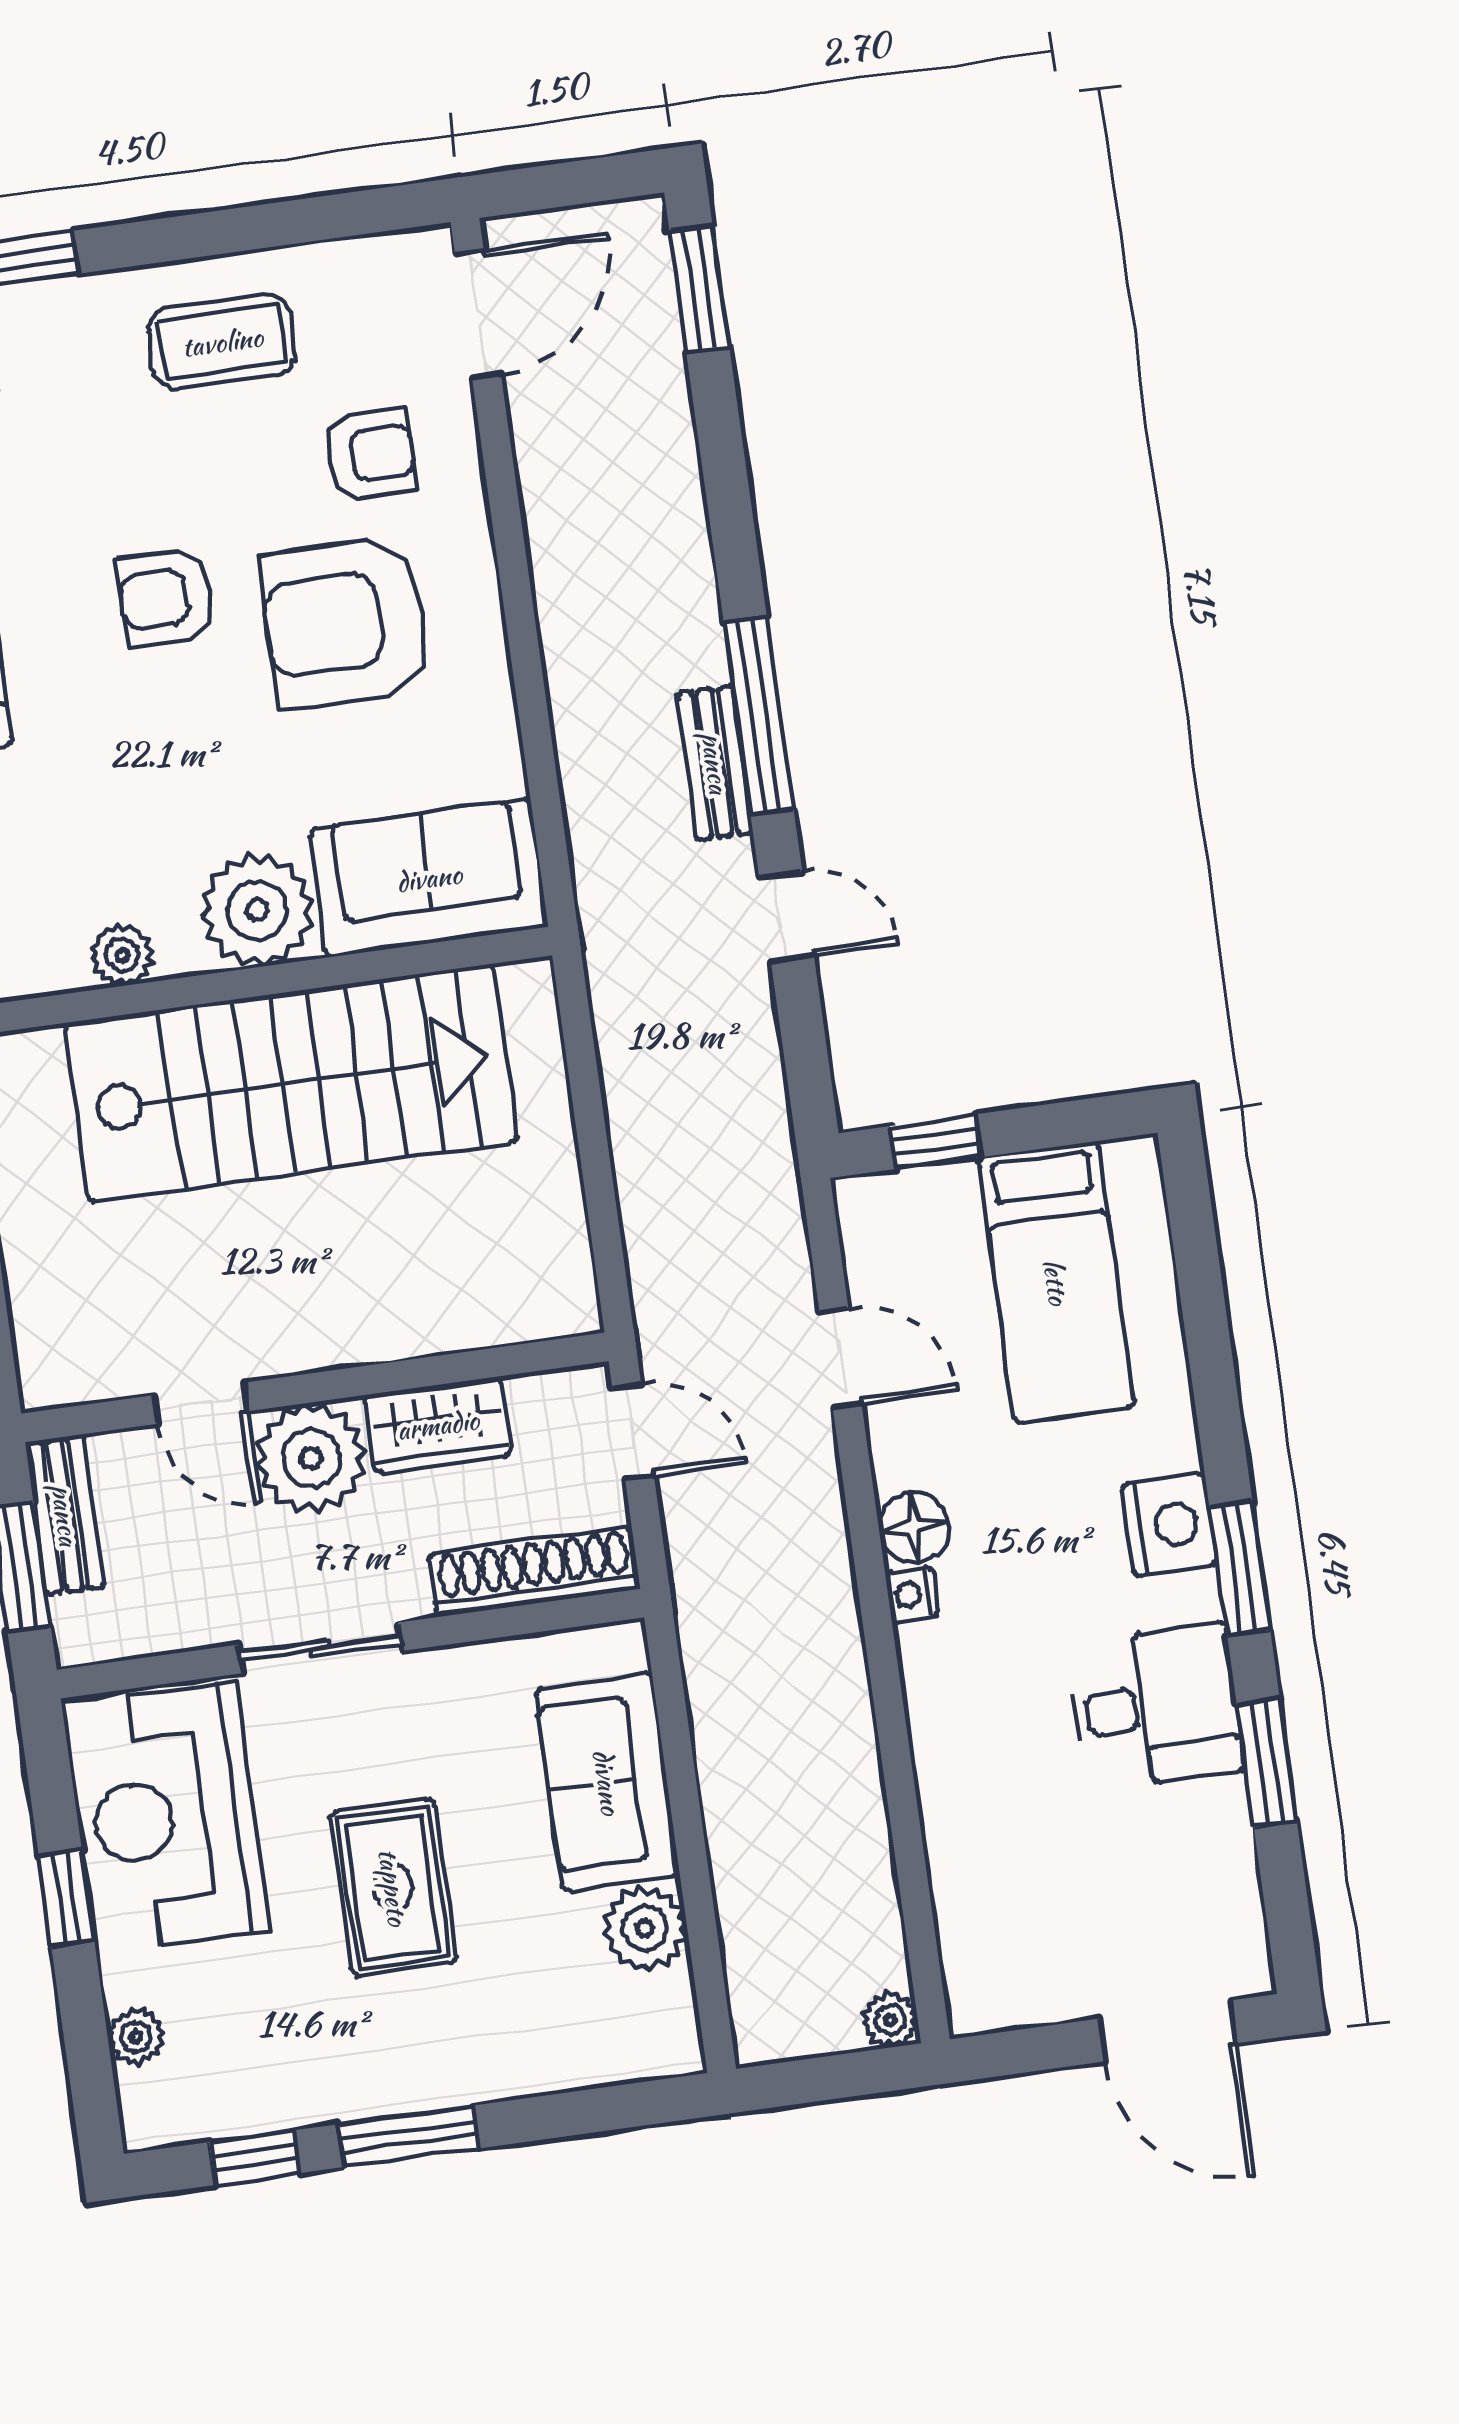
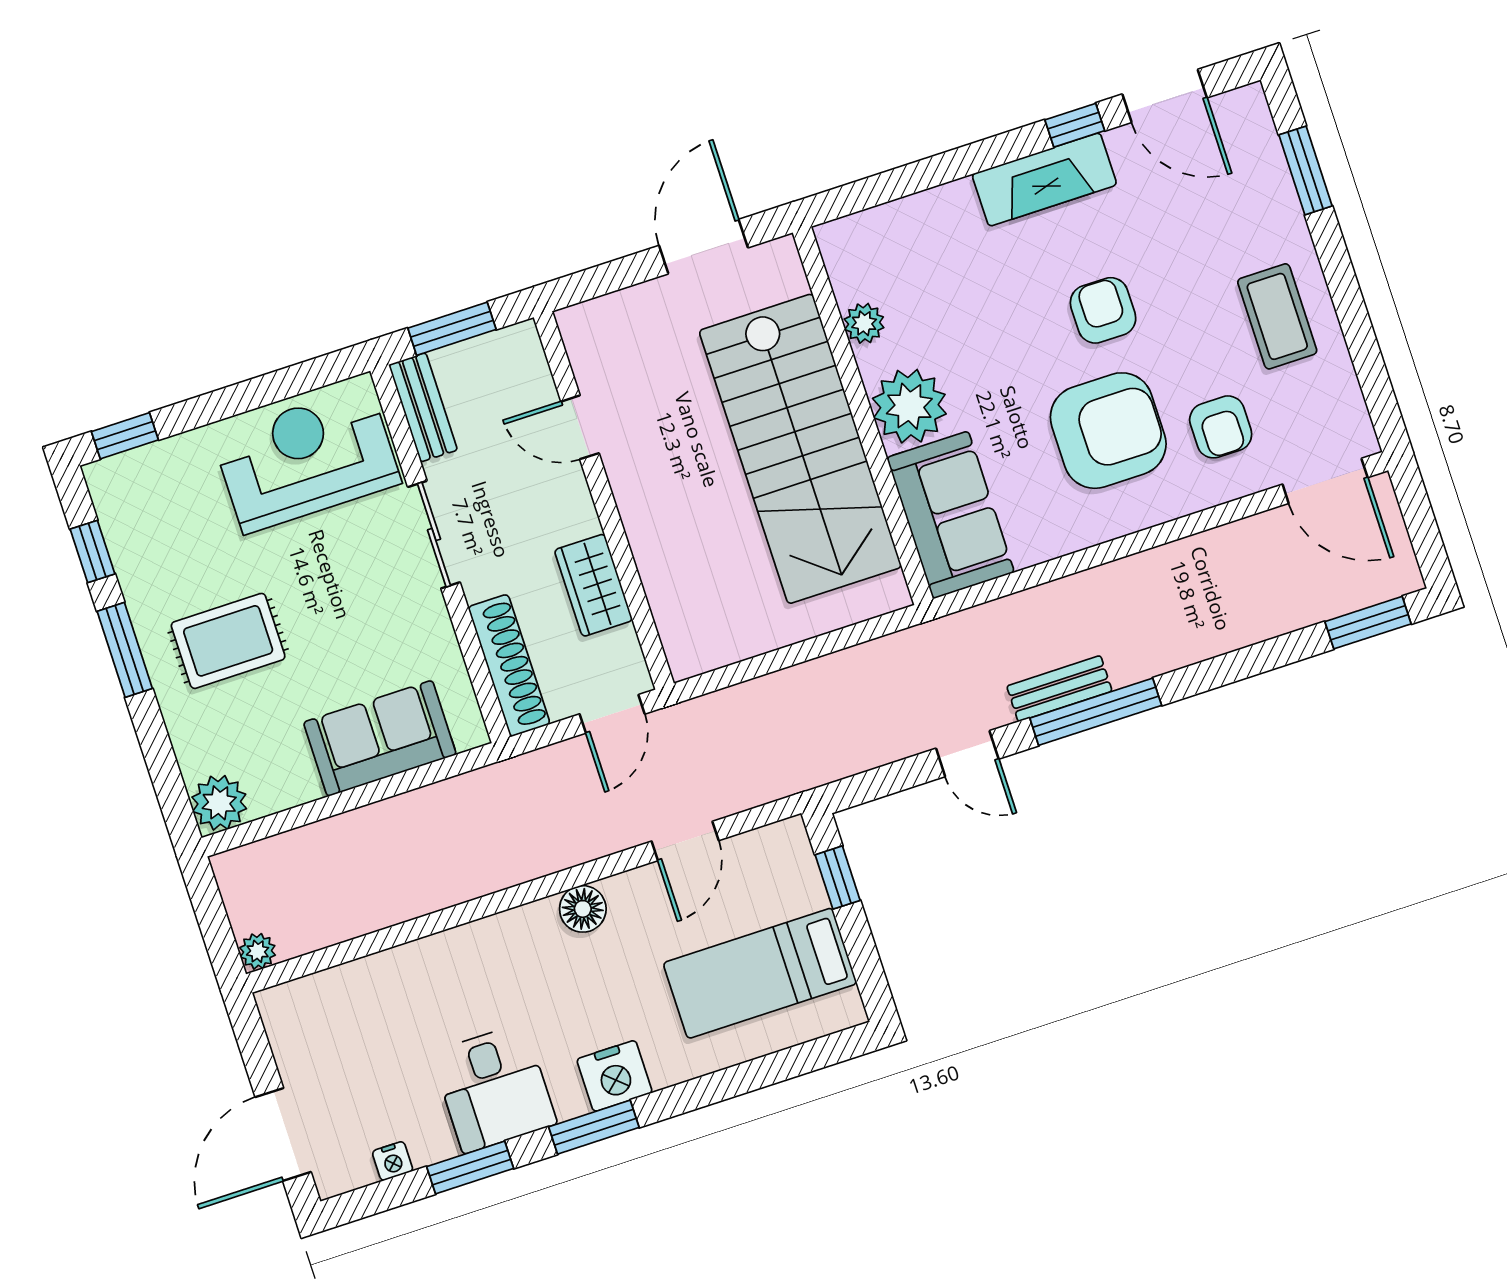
armchair: (346, 622) -> (1108, 431), turned 90
door: (787, 917) -> (967, 754), hinge flipped
door: (200, 1403) -> (580, 427), hinge flipped
plant: (311, 1458) -> (557, 506), removed
bench: (65, 1515) -> (423, 407), moved, turned 90
nightstand: (912, 1594) -> (393, 1161), moved, turned 180
rug: (393, 1887) -> (228, 641), moved
window: (66, 1898) -> (125, 436), moved
plant: (645, 1928) -> (219, 803), moved
plant: (136, 2037) -> (158, 460), removed

